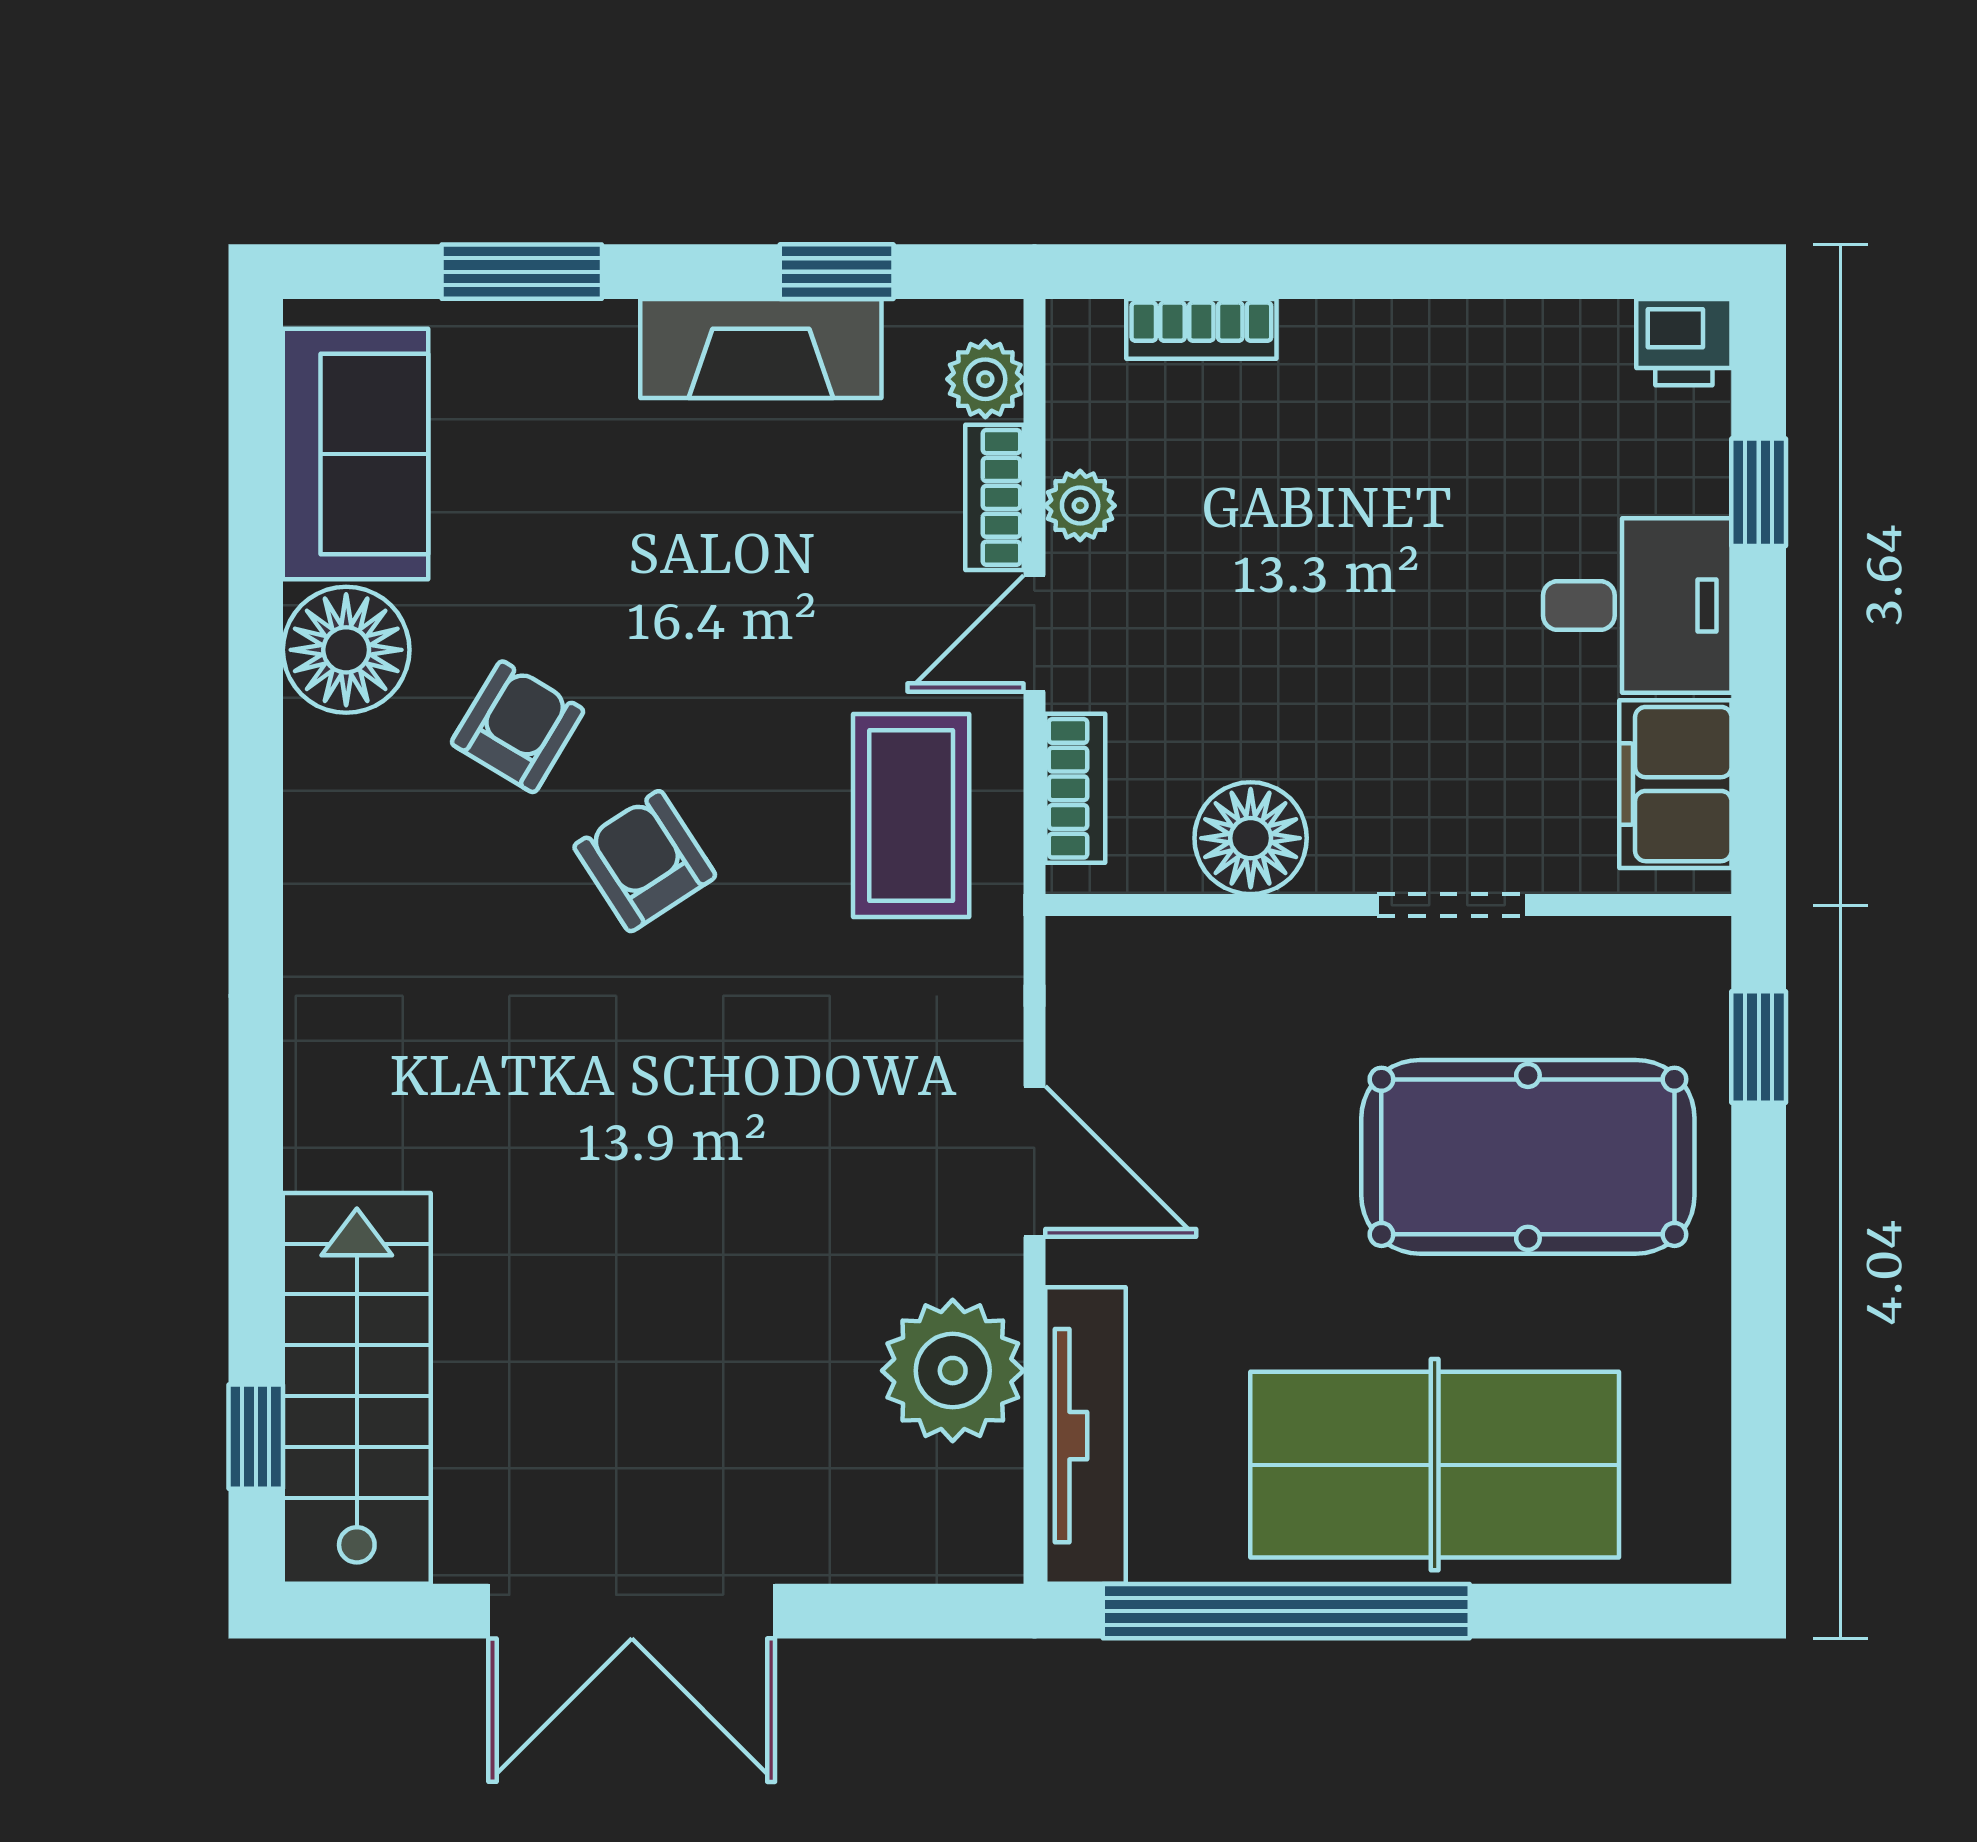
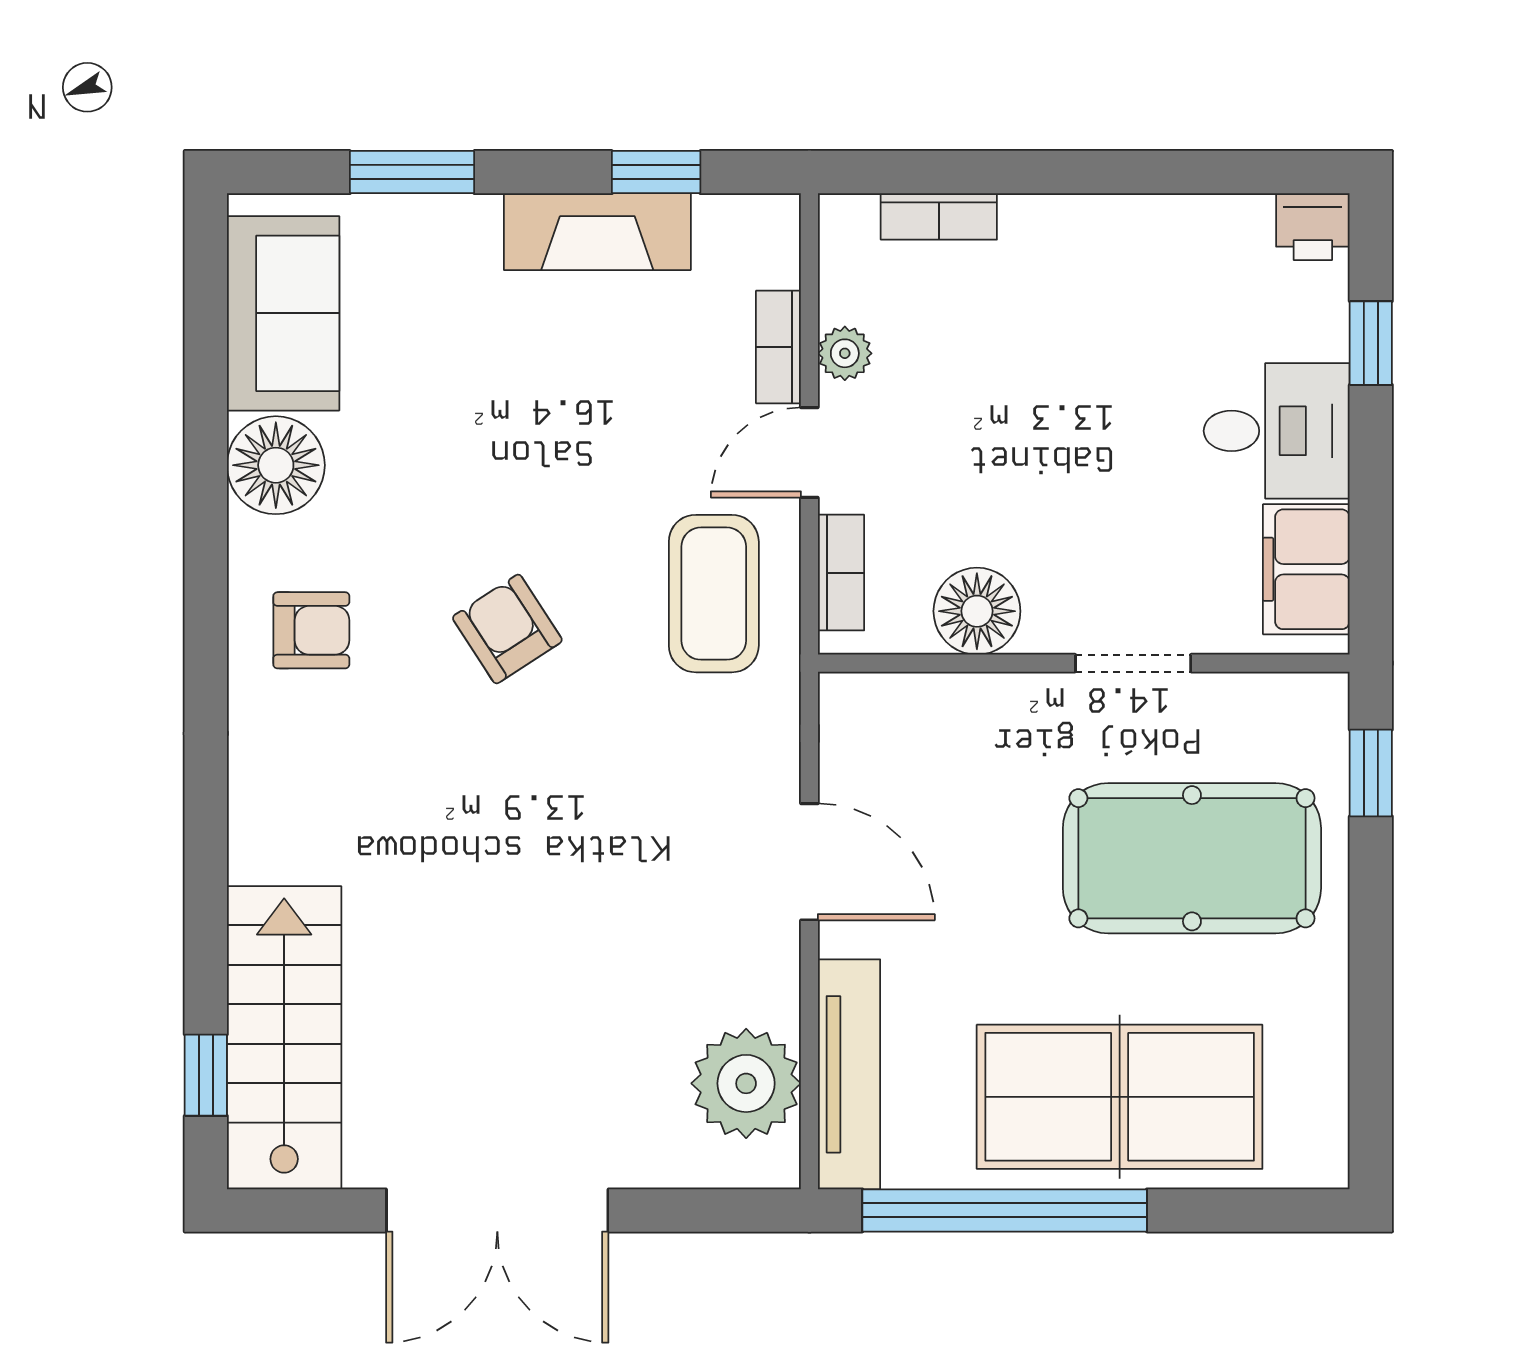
plant: (985, 379) -> (771, 255), removed
armchair: (518, 727) -> (311, 630), moved, turned 59
plant: (953, 1371) -> (746, 1083), moved

